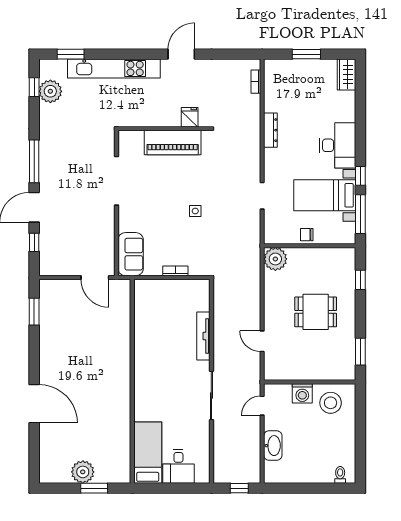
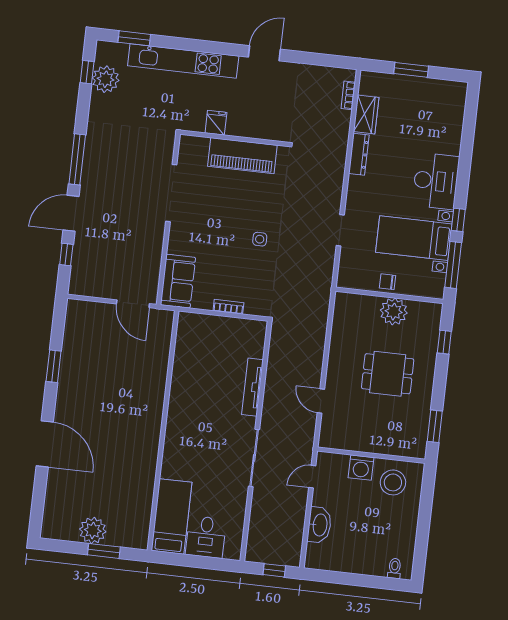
wardrobe: (347, 75) -> (366, 114), moved, turned 180
fridge: (190, 117) -> (216, 123), moved
plant: (275, 259) -> (394, 312), moved
window: (34, 312) -> (54, 366), moved

